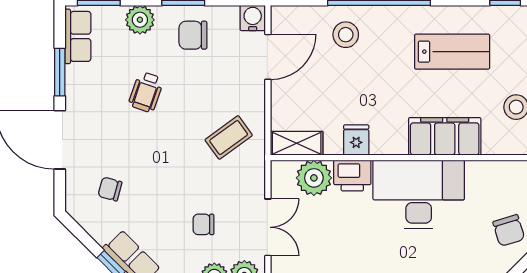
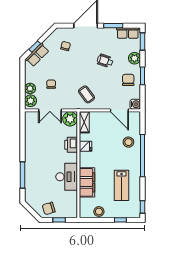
plant: (314, 178) -> (70, 119), moved
desk: (419, 194) -> (67, 177), width x0.73, depth x0.77

